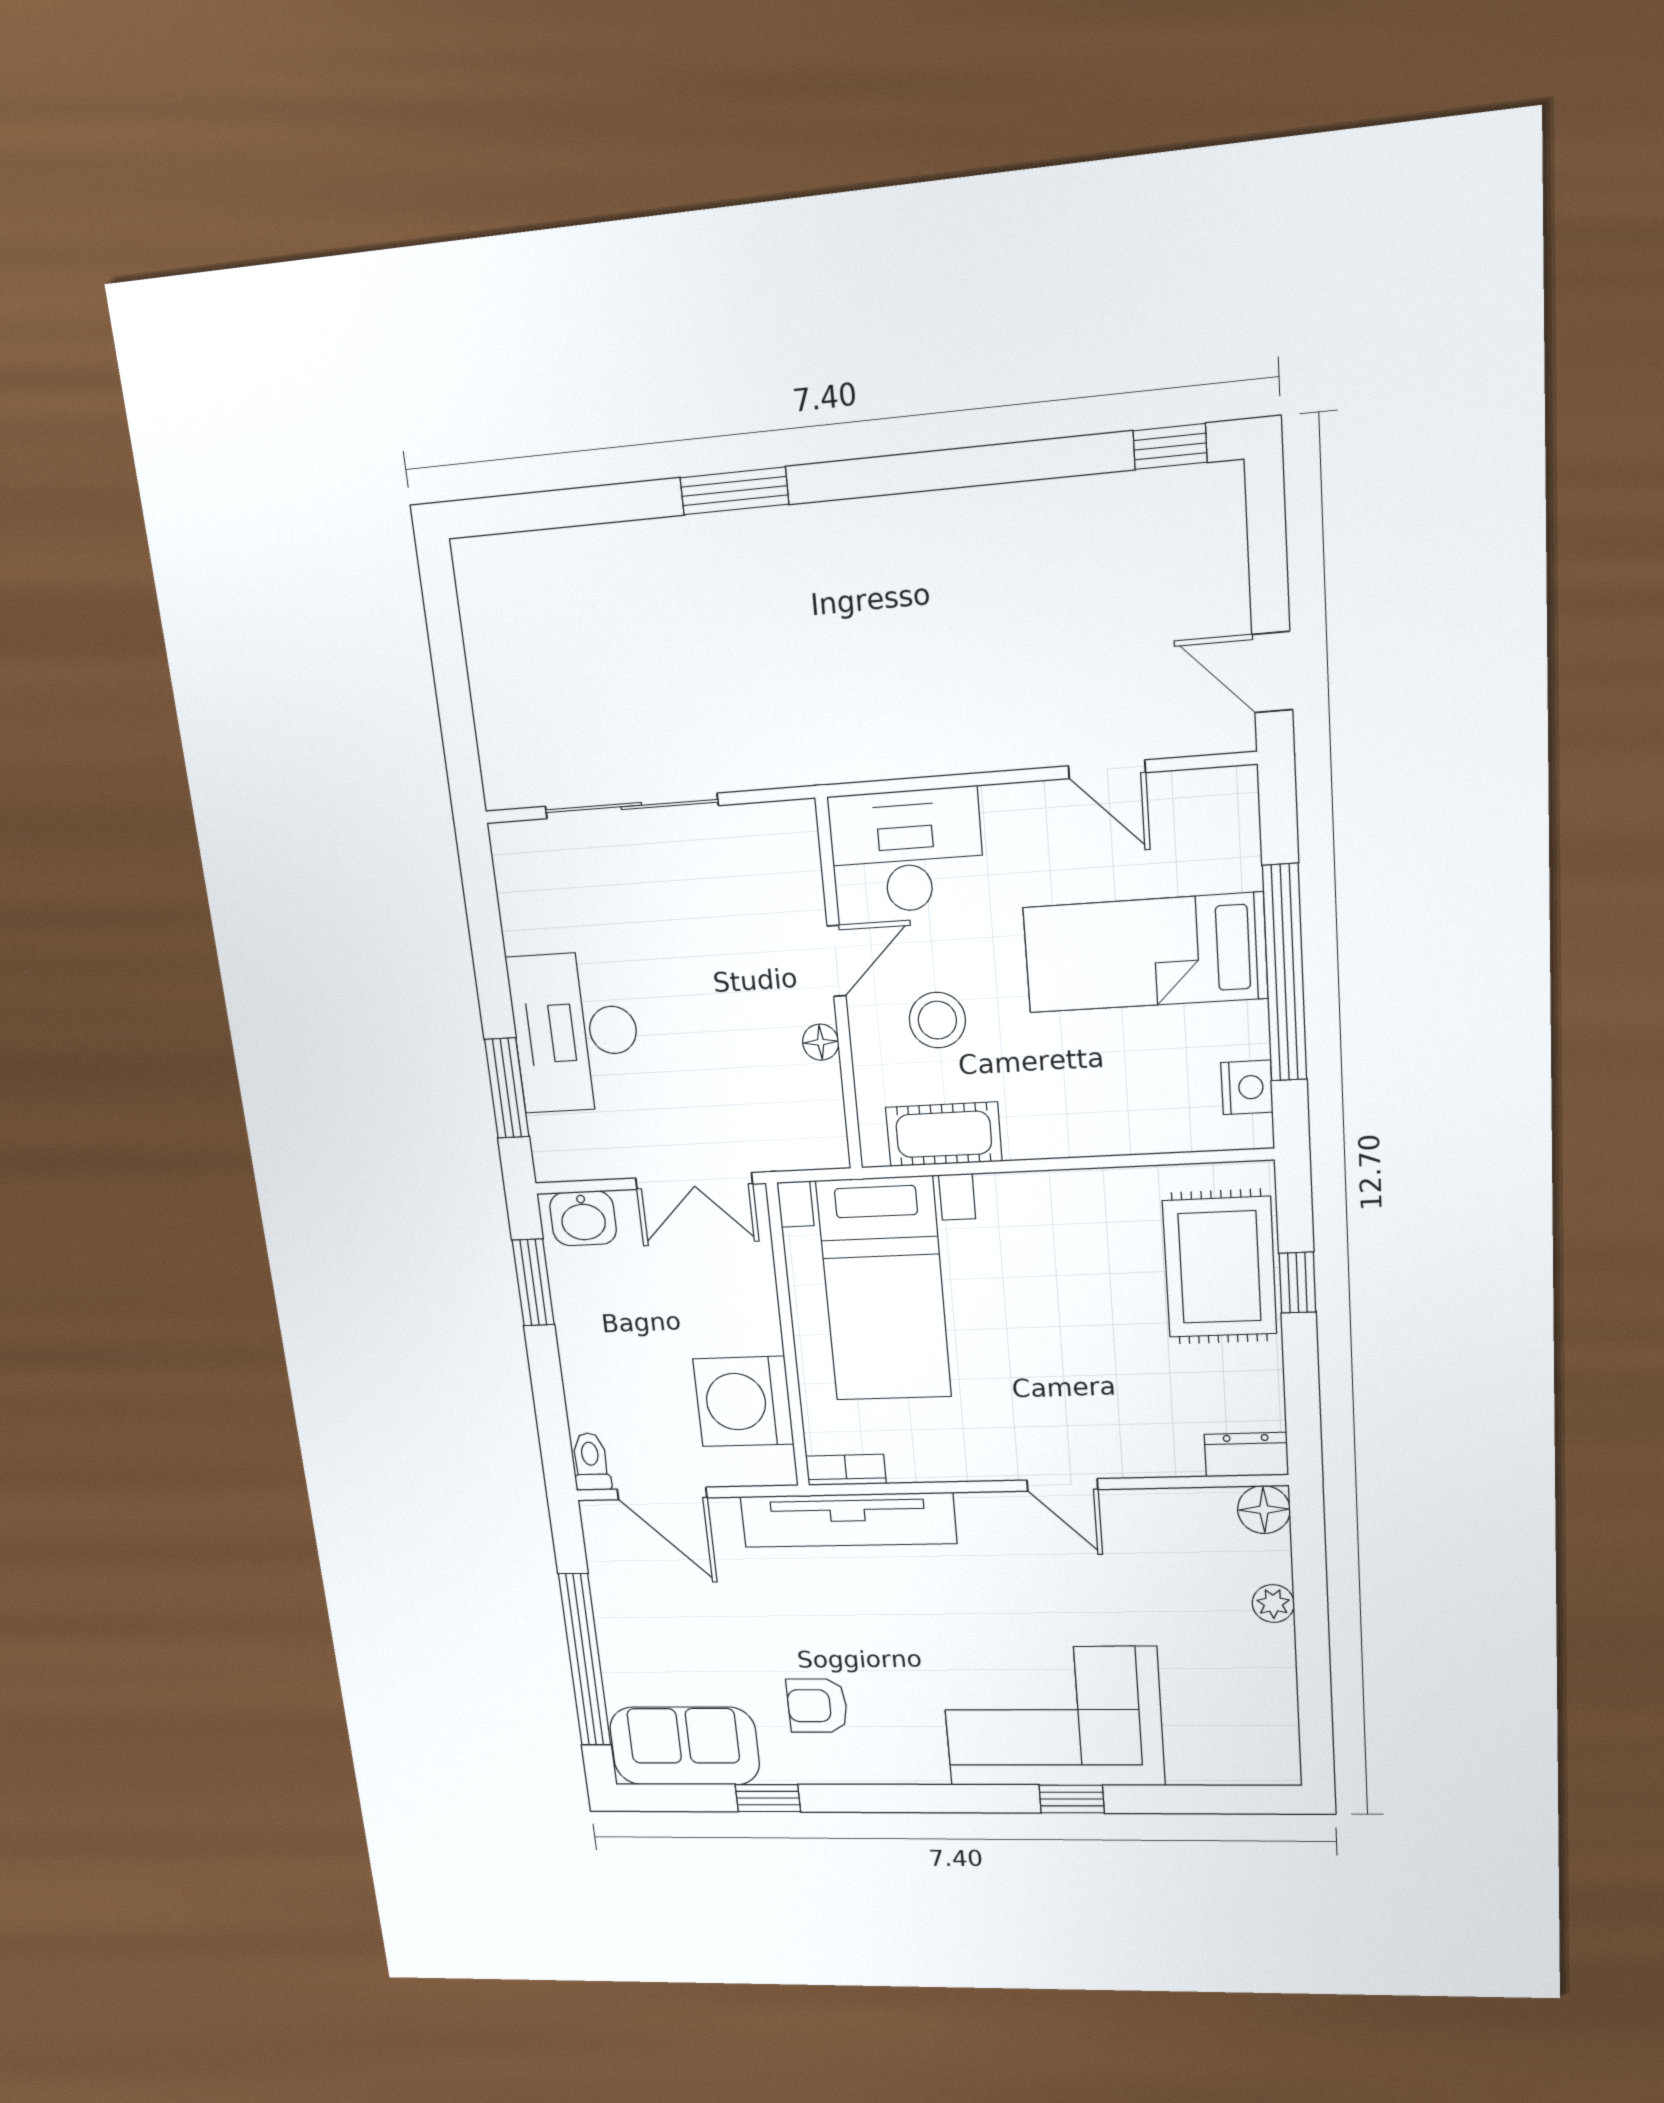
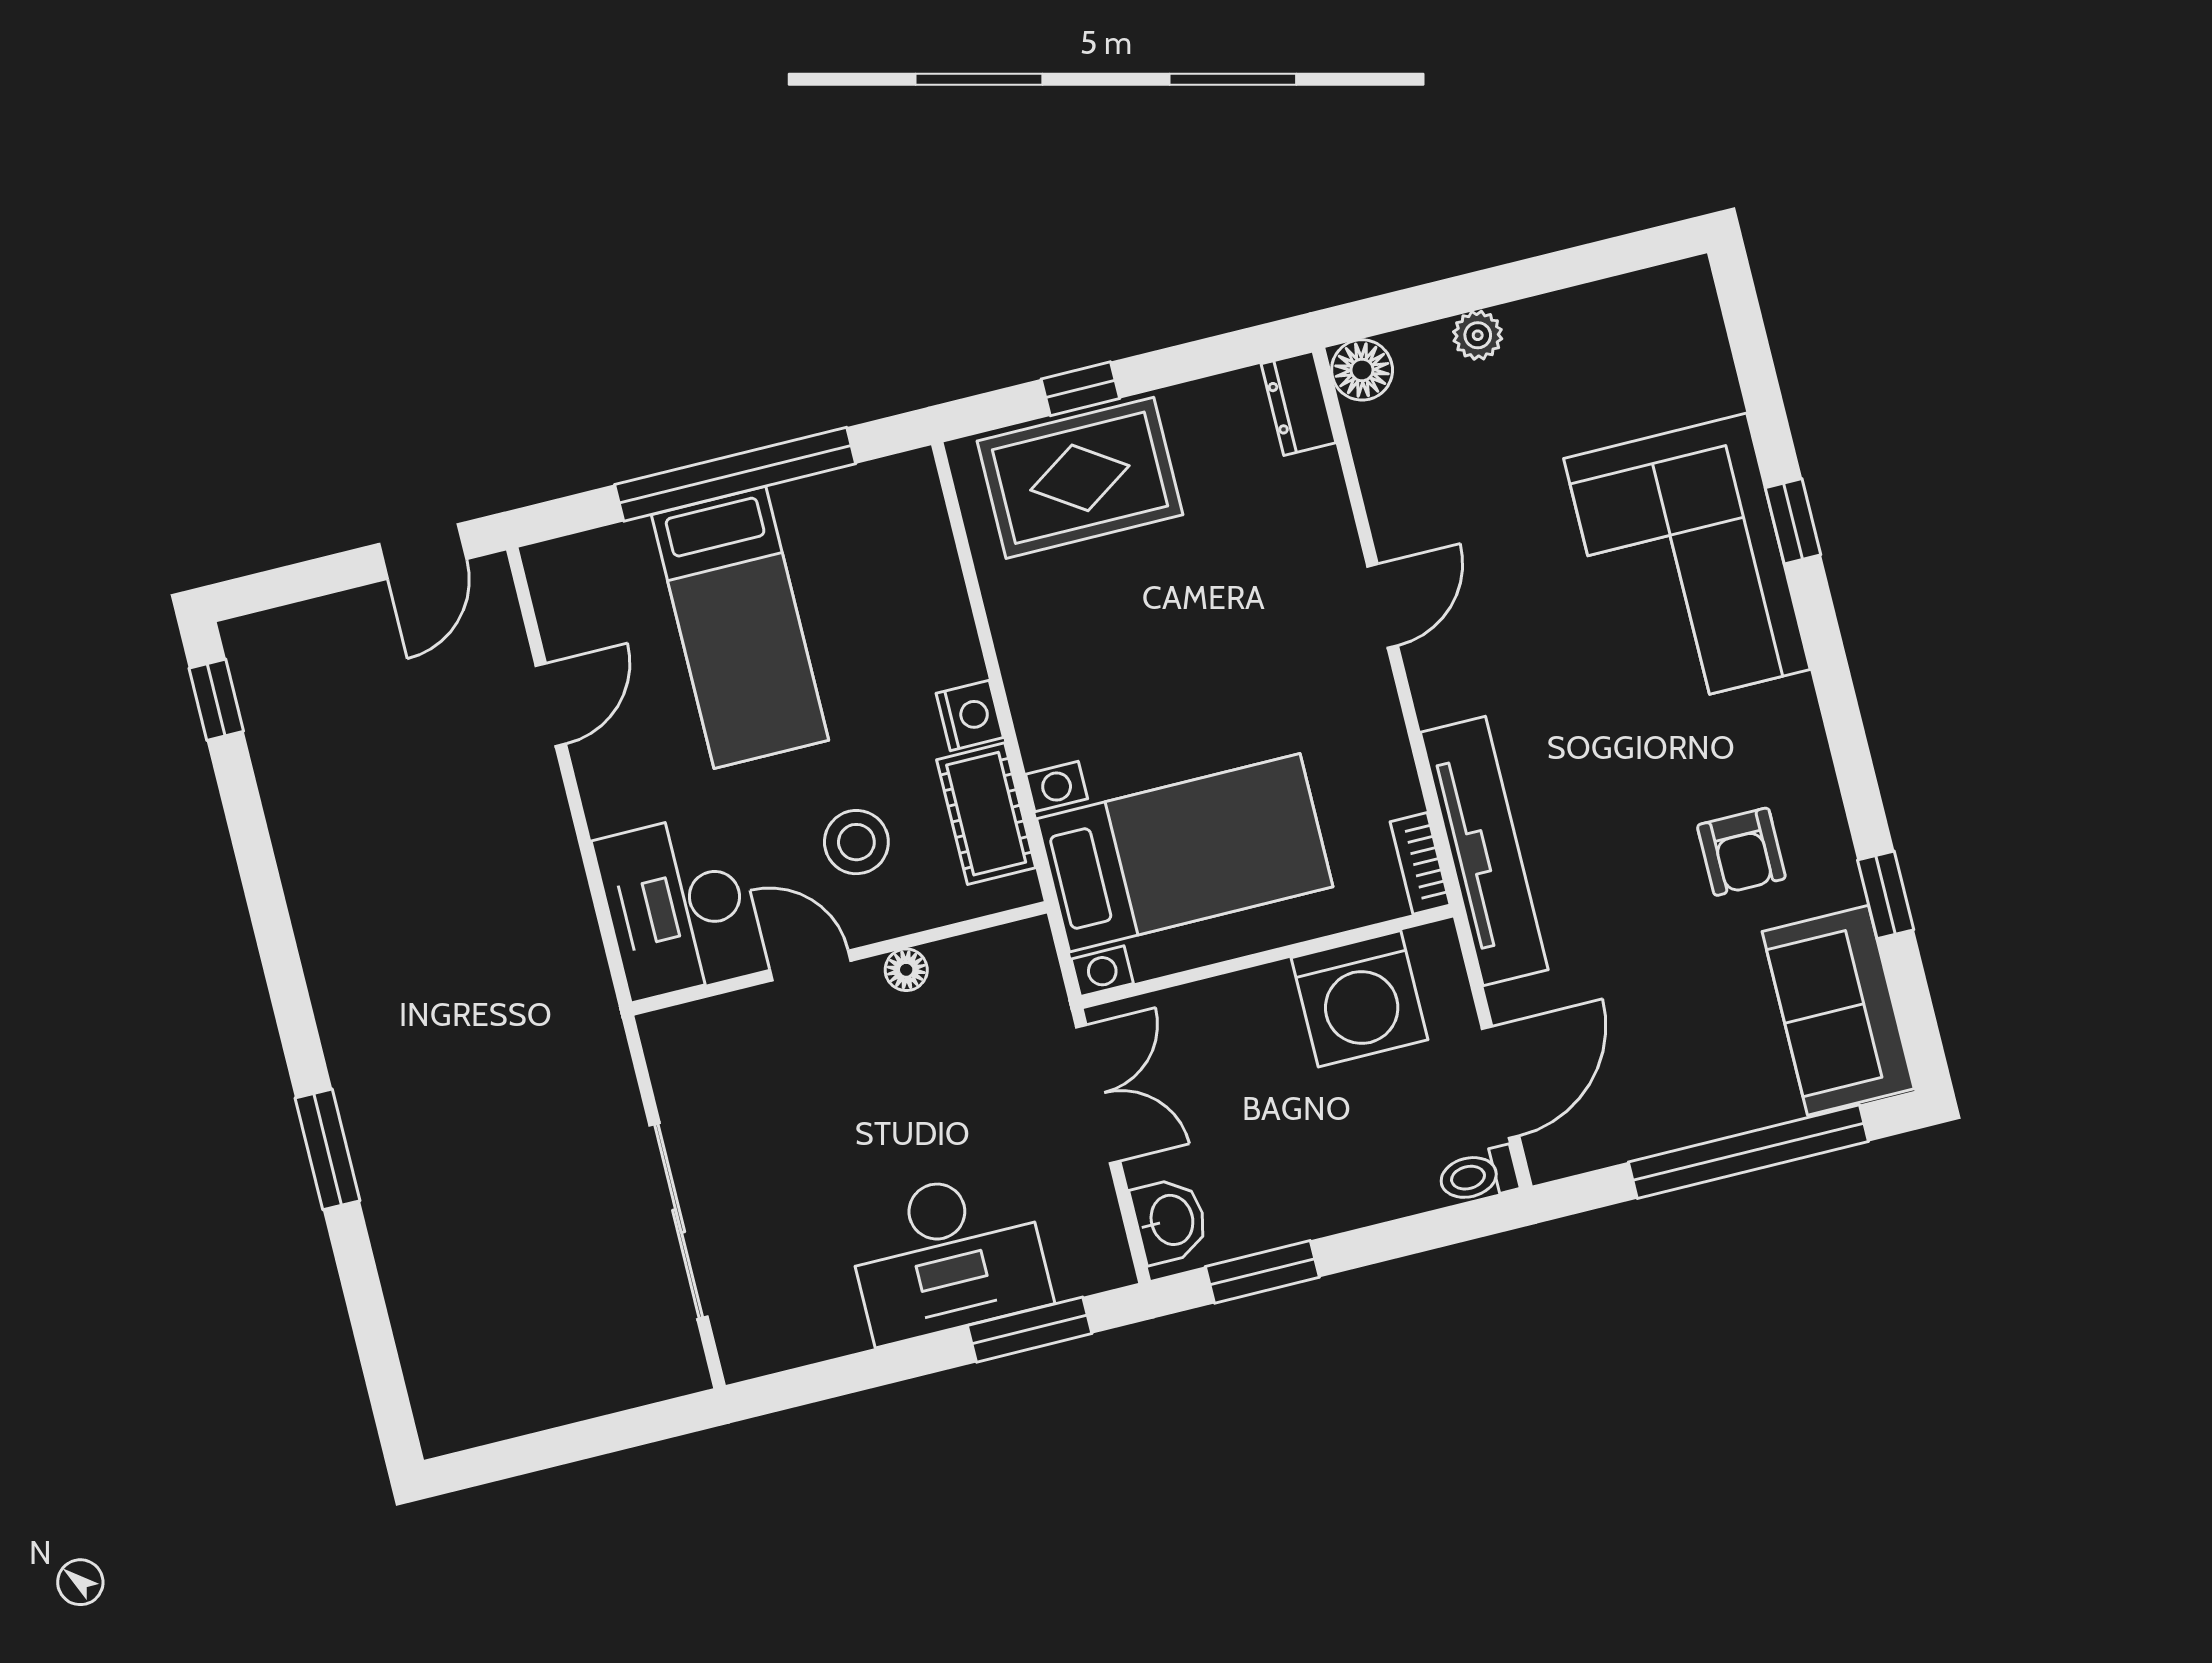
nightstand: (1247, 1087) -> (970, 715), moved, turned 90

